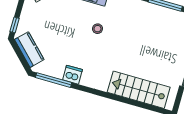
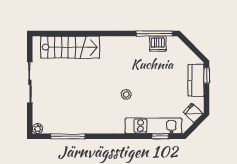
kitchen counter: (29, 50) -> (196, 80), moved, turned 45
dishwasher: (73, 75) -> (158, 44), moved

